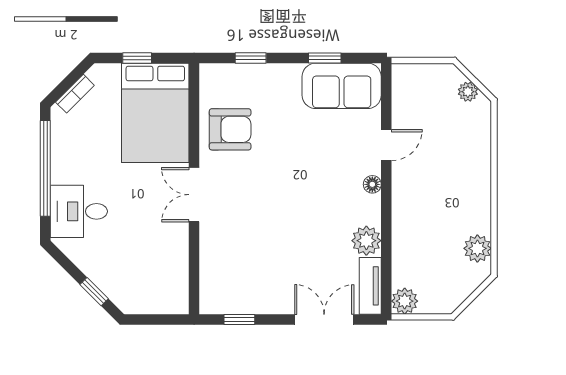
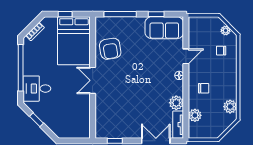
window: (251, 58) -> (120, 14), width x2.17
armchair: (230, 129) -> (110, 49), turned 81
chair: (459, 133) -> (221, 51), added
chair: (423, 211) -> (204, 88), added
window: (94, 292) -> (36, 120), moved
plant: (405, 301) -> (195, 115), moved

